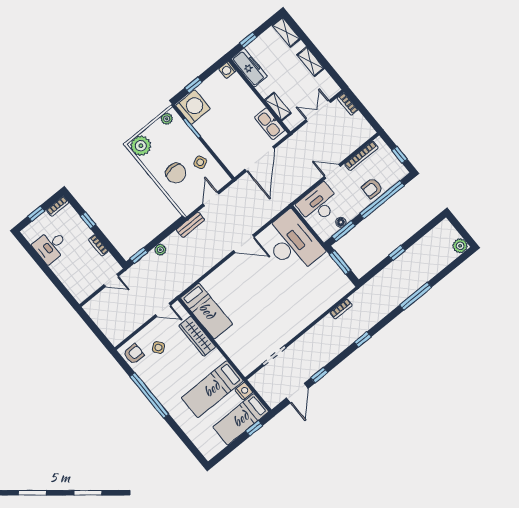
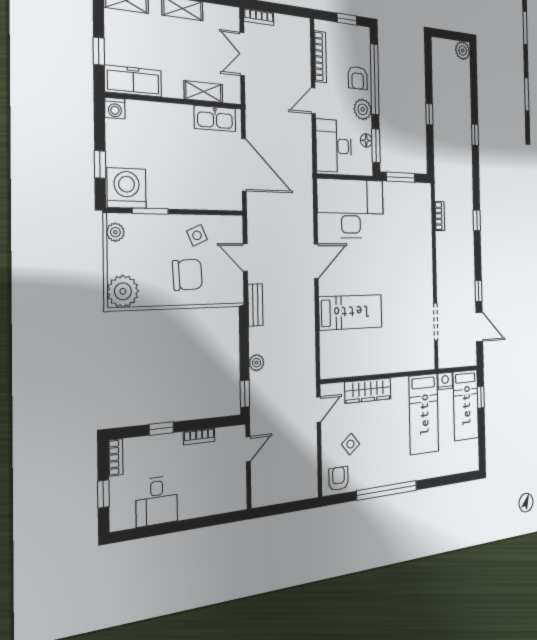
plant: (357, 206) -> (363, 109), added
window: (416, 296) -> (475, 135), width x0.46
bed: (207, 311) -> (351, 312), moved

